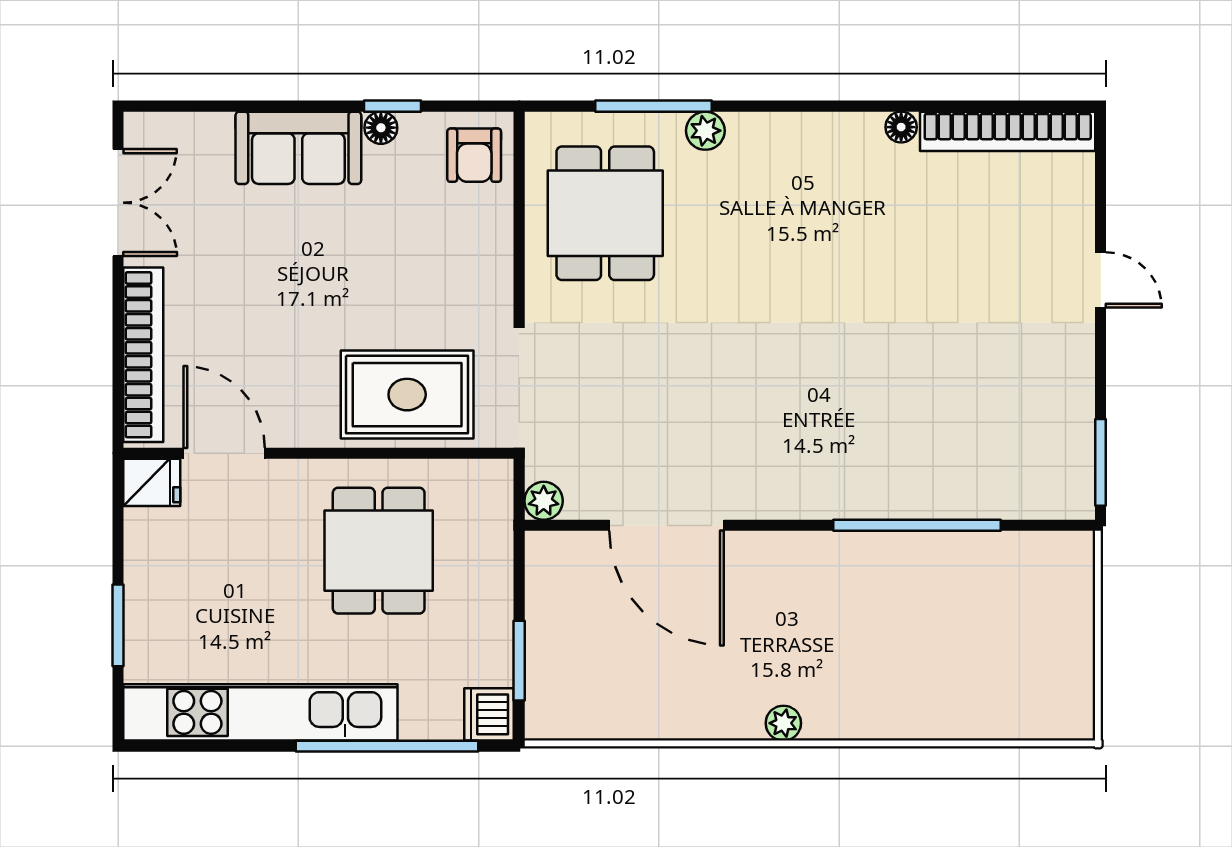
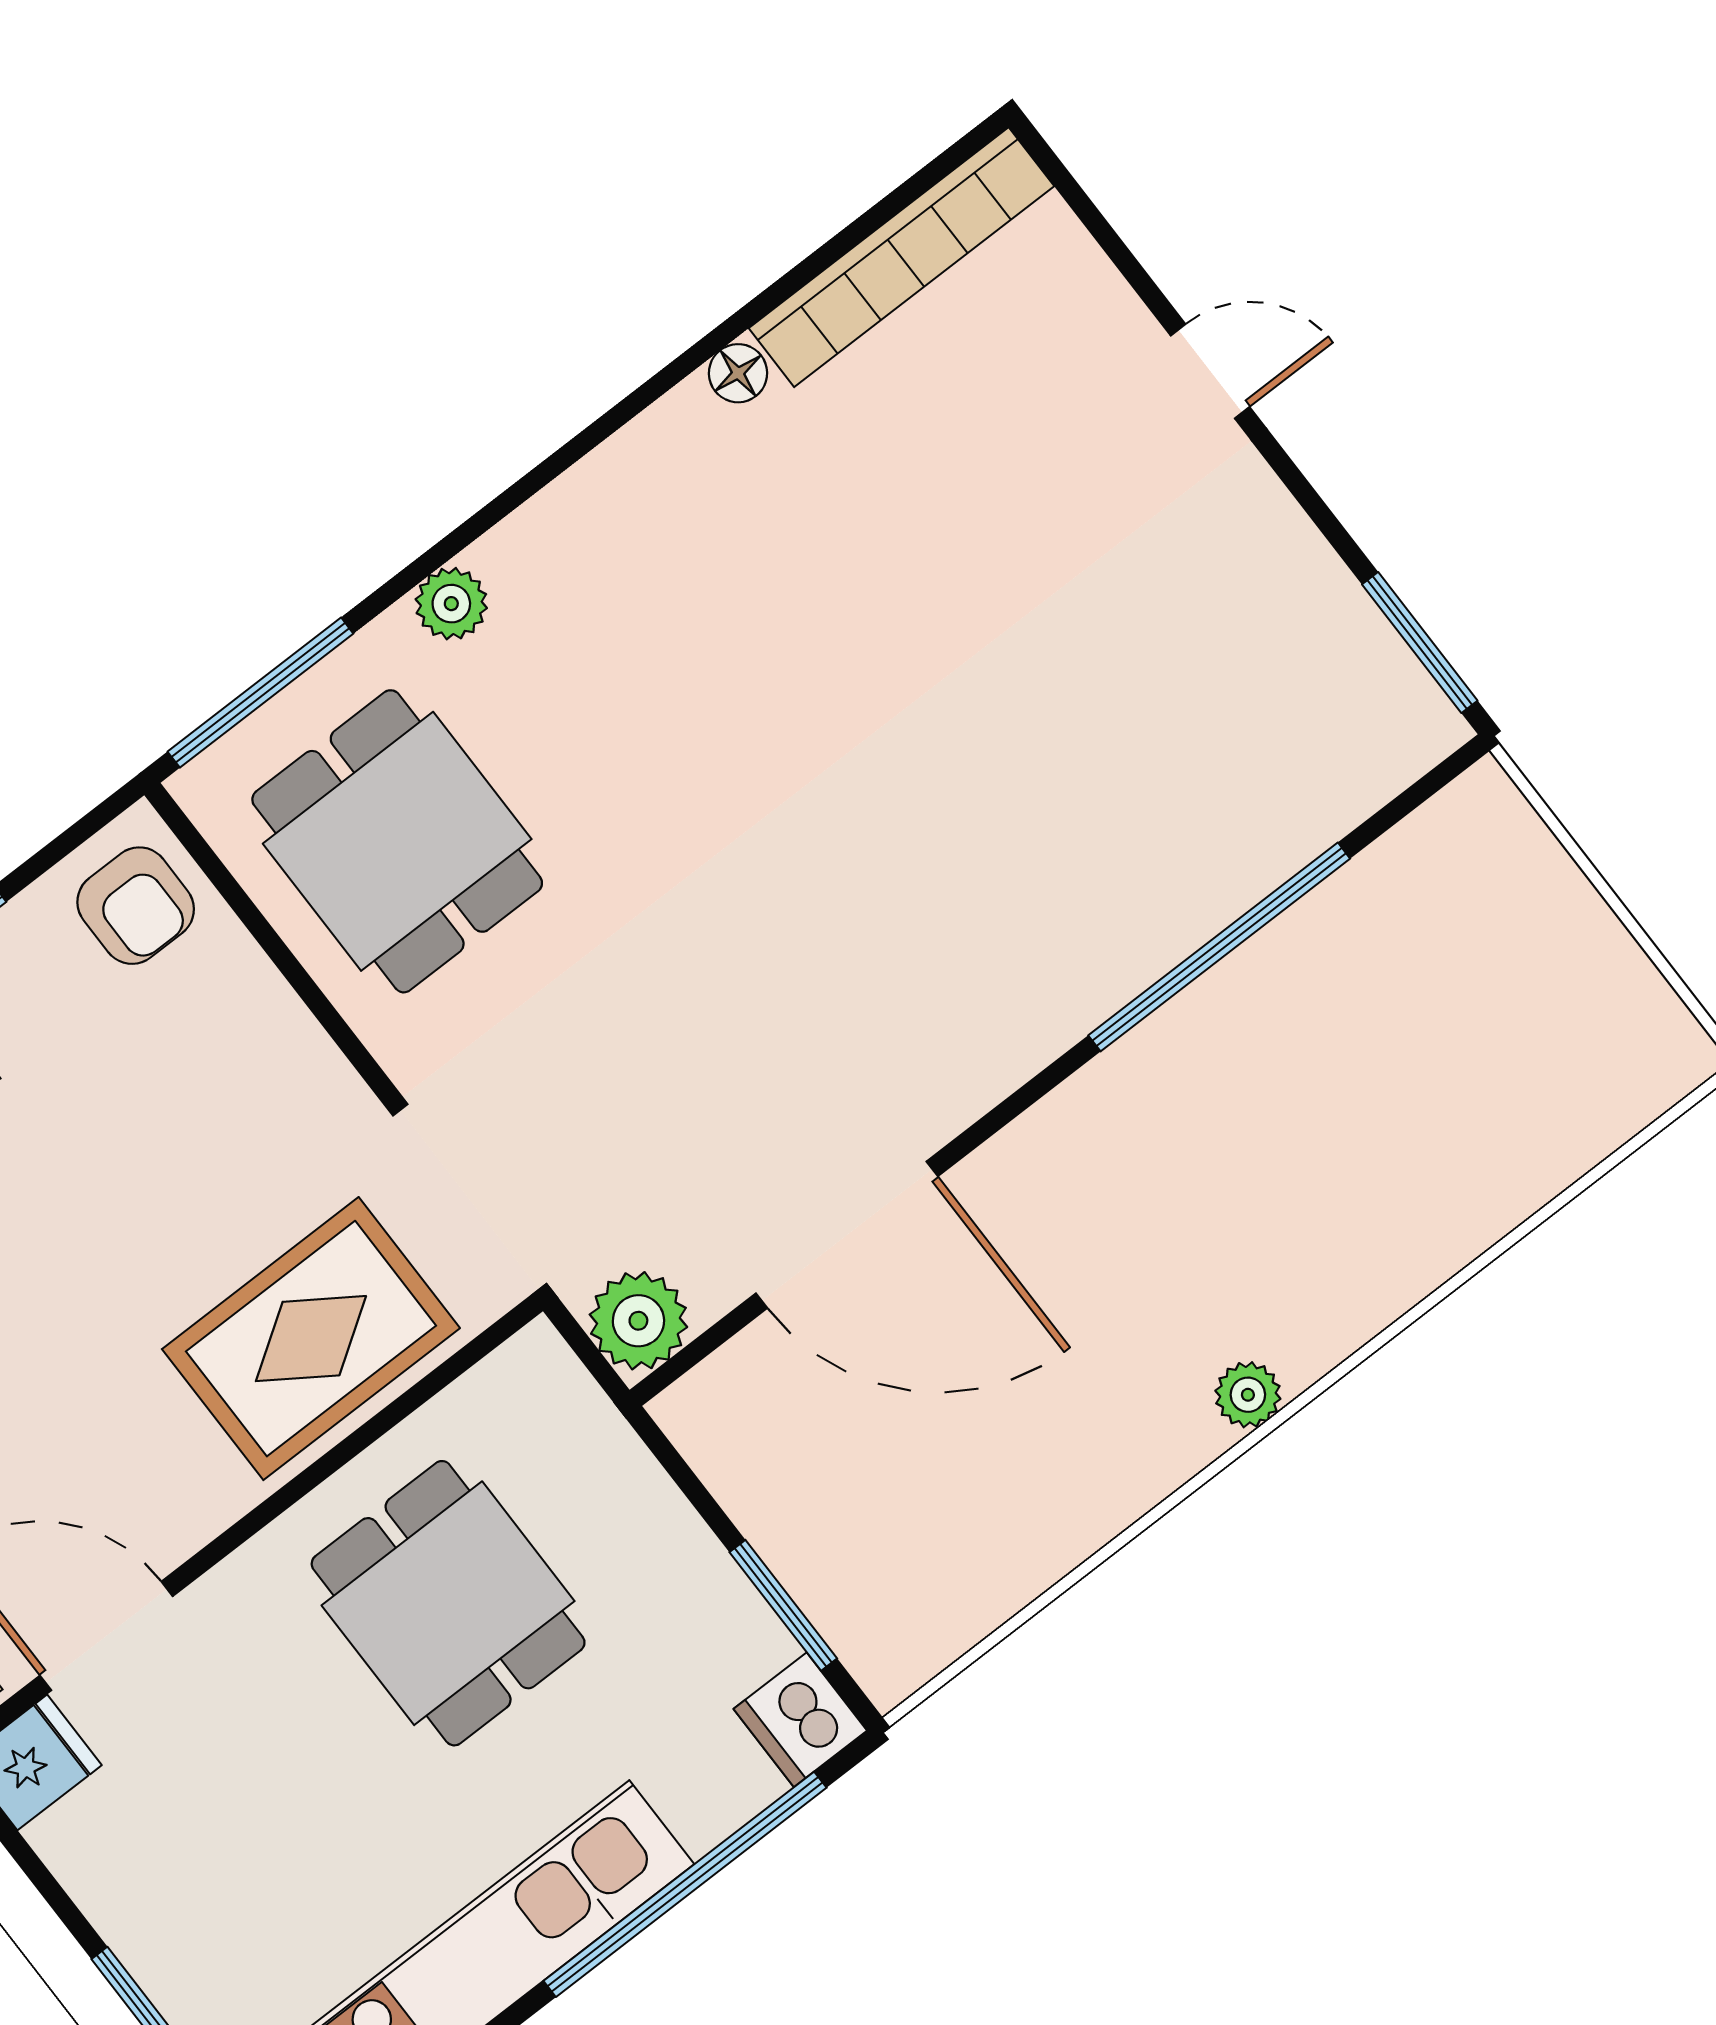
window: (654, 106) -> (260, 693), moved
plant: (544, 501) -> (638, 1321), width x1.38, depth x1.38

